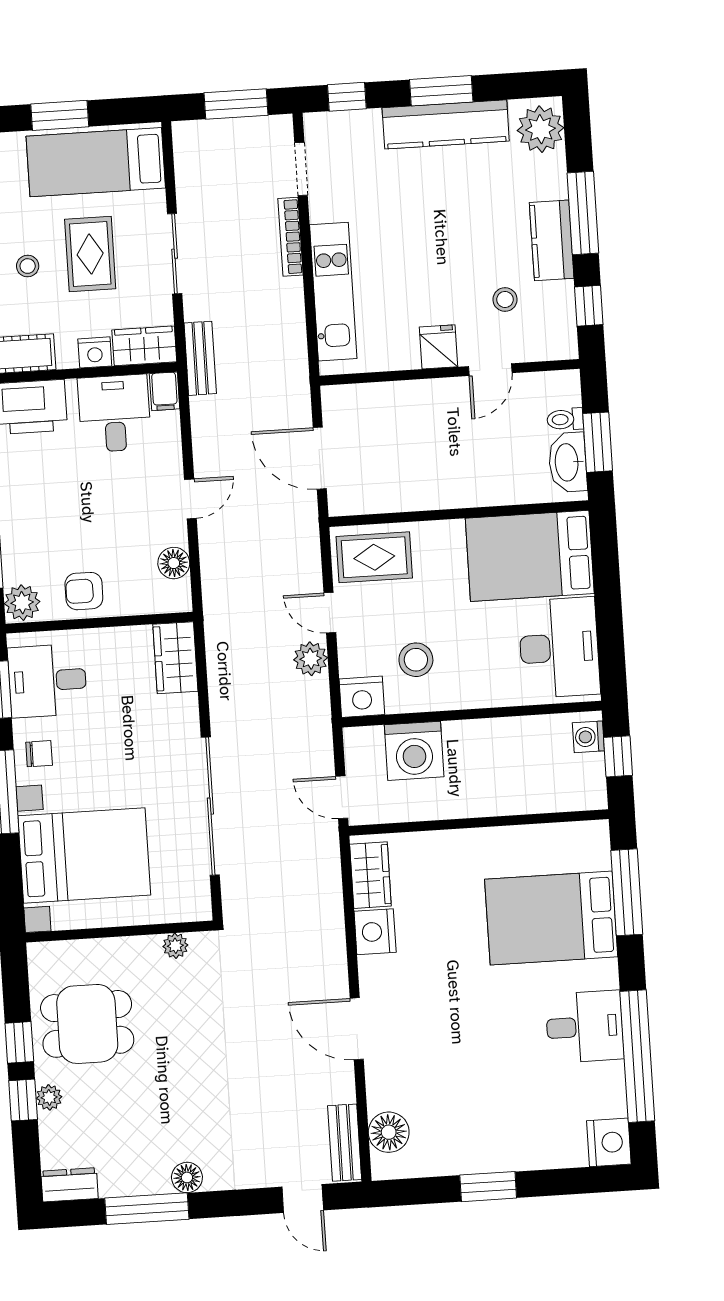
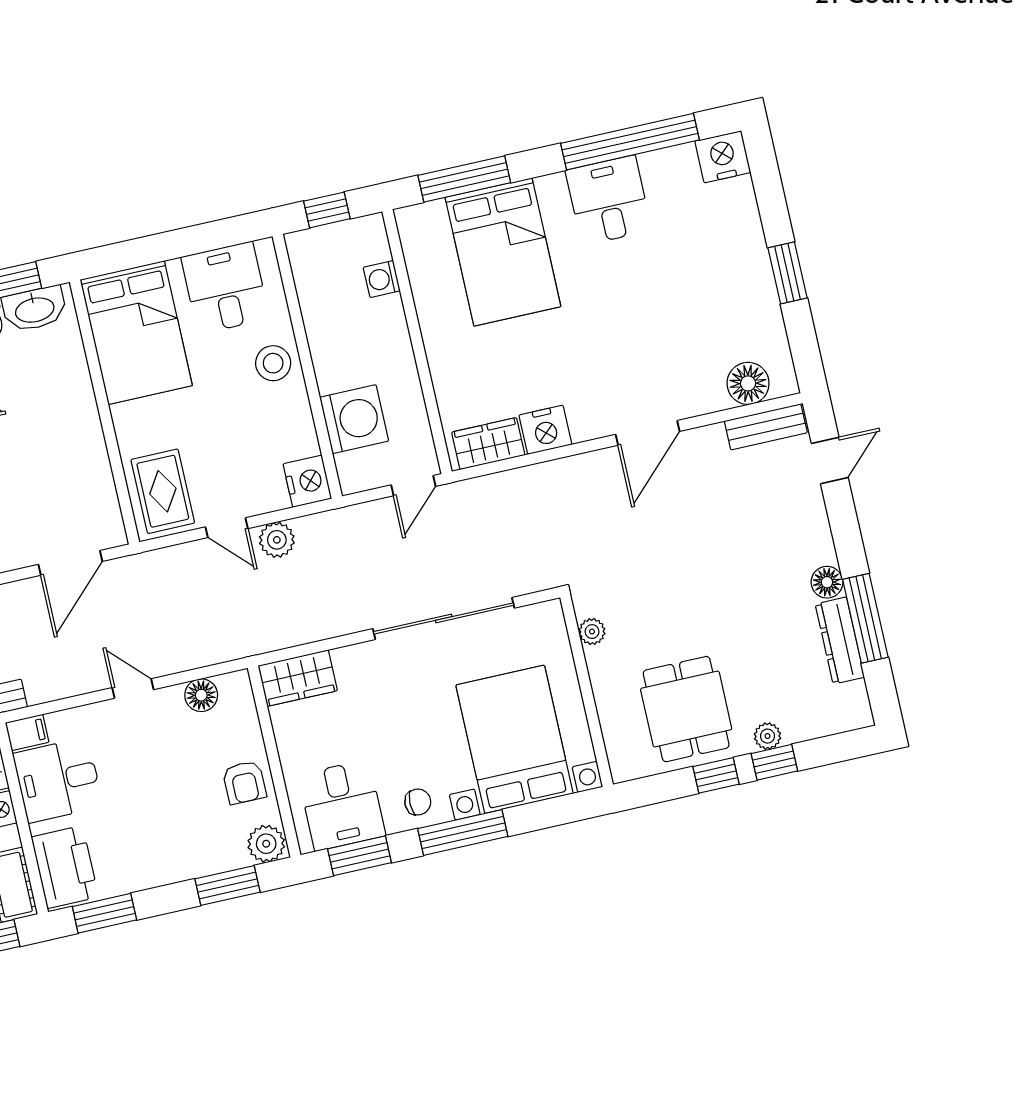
door: (330, 613) -> (227, 528), hinge flipped
desk: (559, 648) -> (225, 288), width x0.73
stool: (416, 660) -> (273, 363), moved
washing machine: (588, 737) -> (382, 279), moved, turned 90
chair: (39, 754) -> (418, 802), turned 90
dresser: (70, 1185) -> (840, 641), moved, width x1.44

